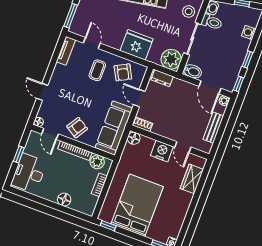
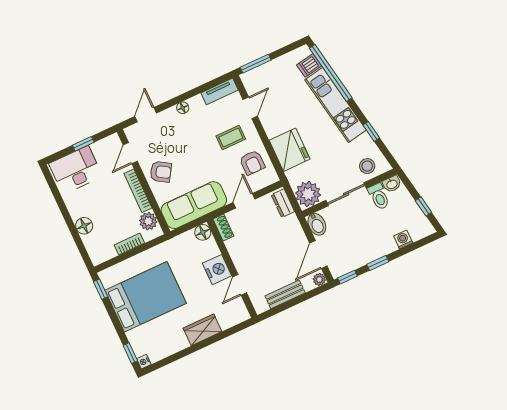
armchair: (123, 72) -> (252, 163), turned -62
door: (42, 92) -> (146, 115), moved
floor lamp: (39, 122) -> (183, 108), moved
wardrobe: (192, 179) -> (203, 330), moved

